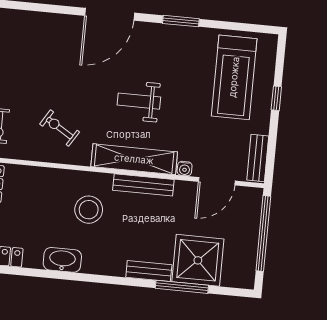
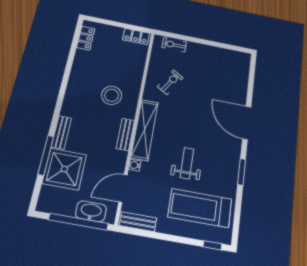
window: (276, 98) -> (212, 245), moved
weight bench: (139, 101) -> (187, 163), moved
door: (217, 181) -> (123, 188), hinge flipped
bench: (143, 185) -> (125, 134), width x0.73
washbasin: (62, 260) -> (91, 211), moved, turned -90

